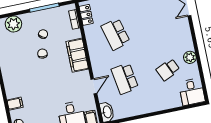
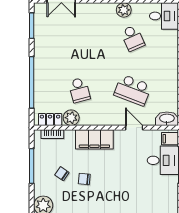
plant: (91, 32) -> (71, 118), added
school desk: (116, 34) -> (79, 90), width x0.54
school desk: (125, 79) -> (133, 90), turned 30

